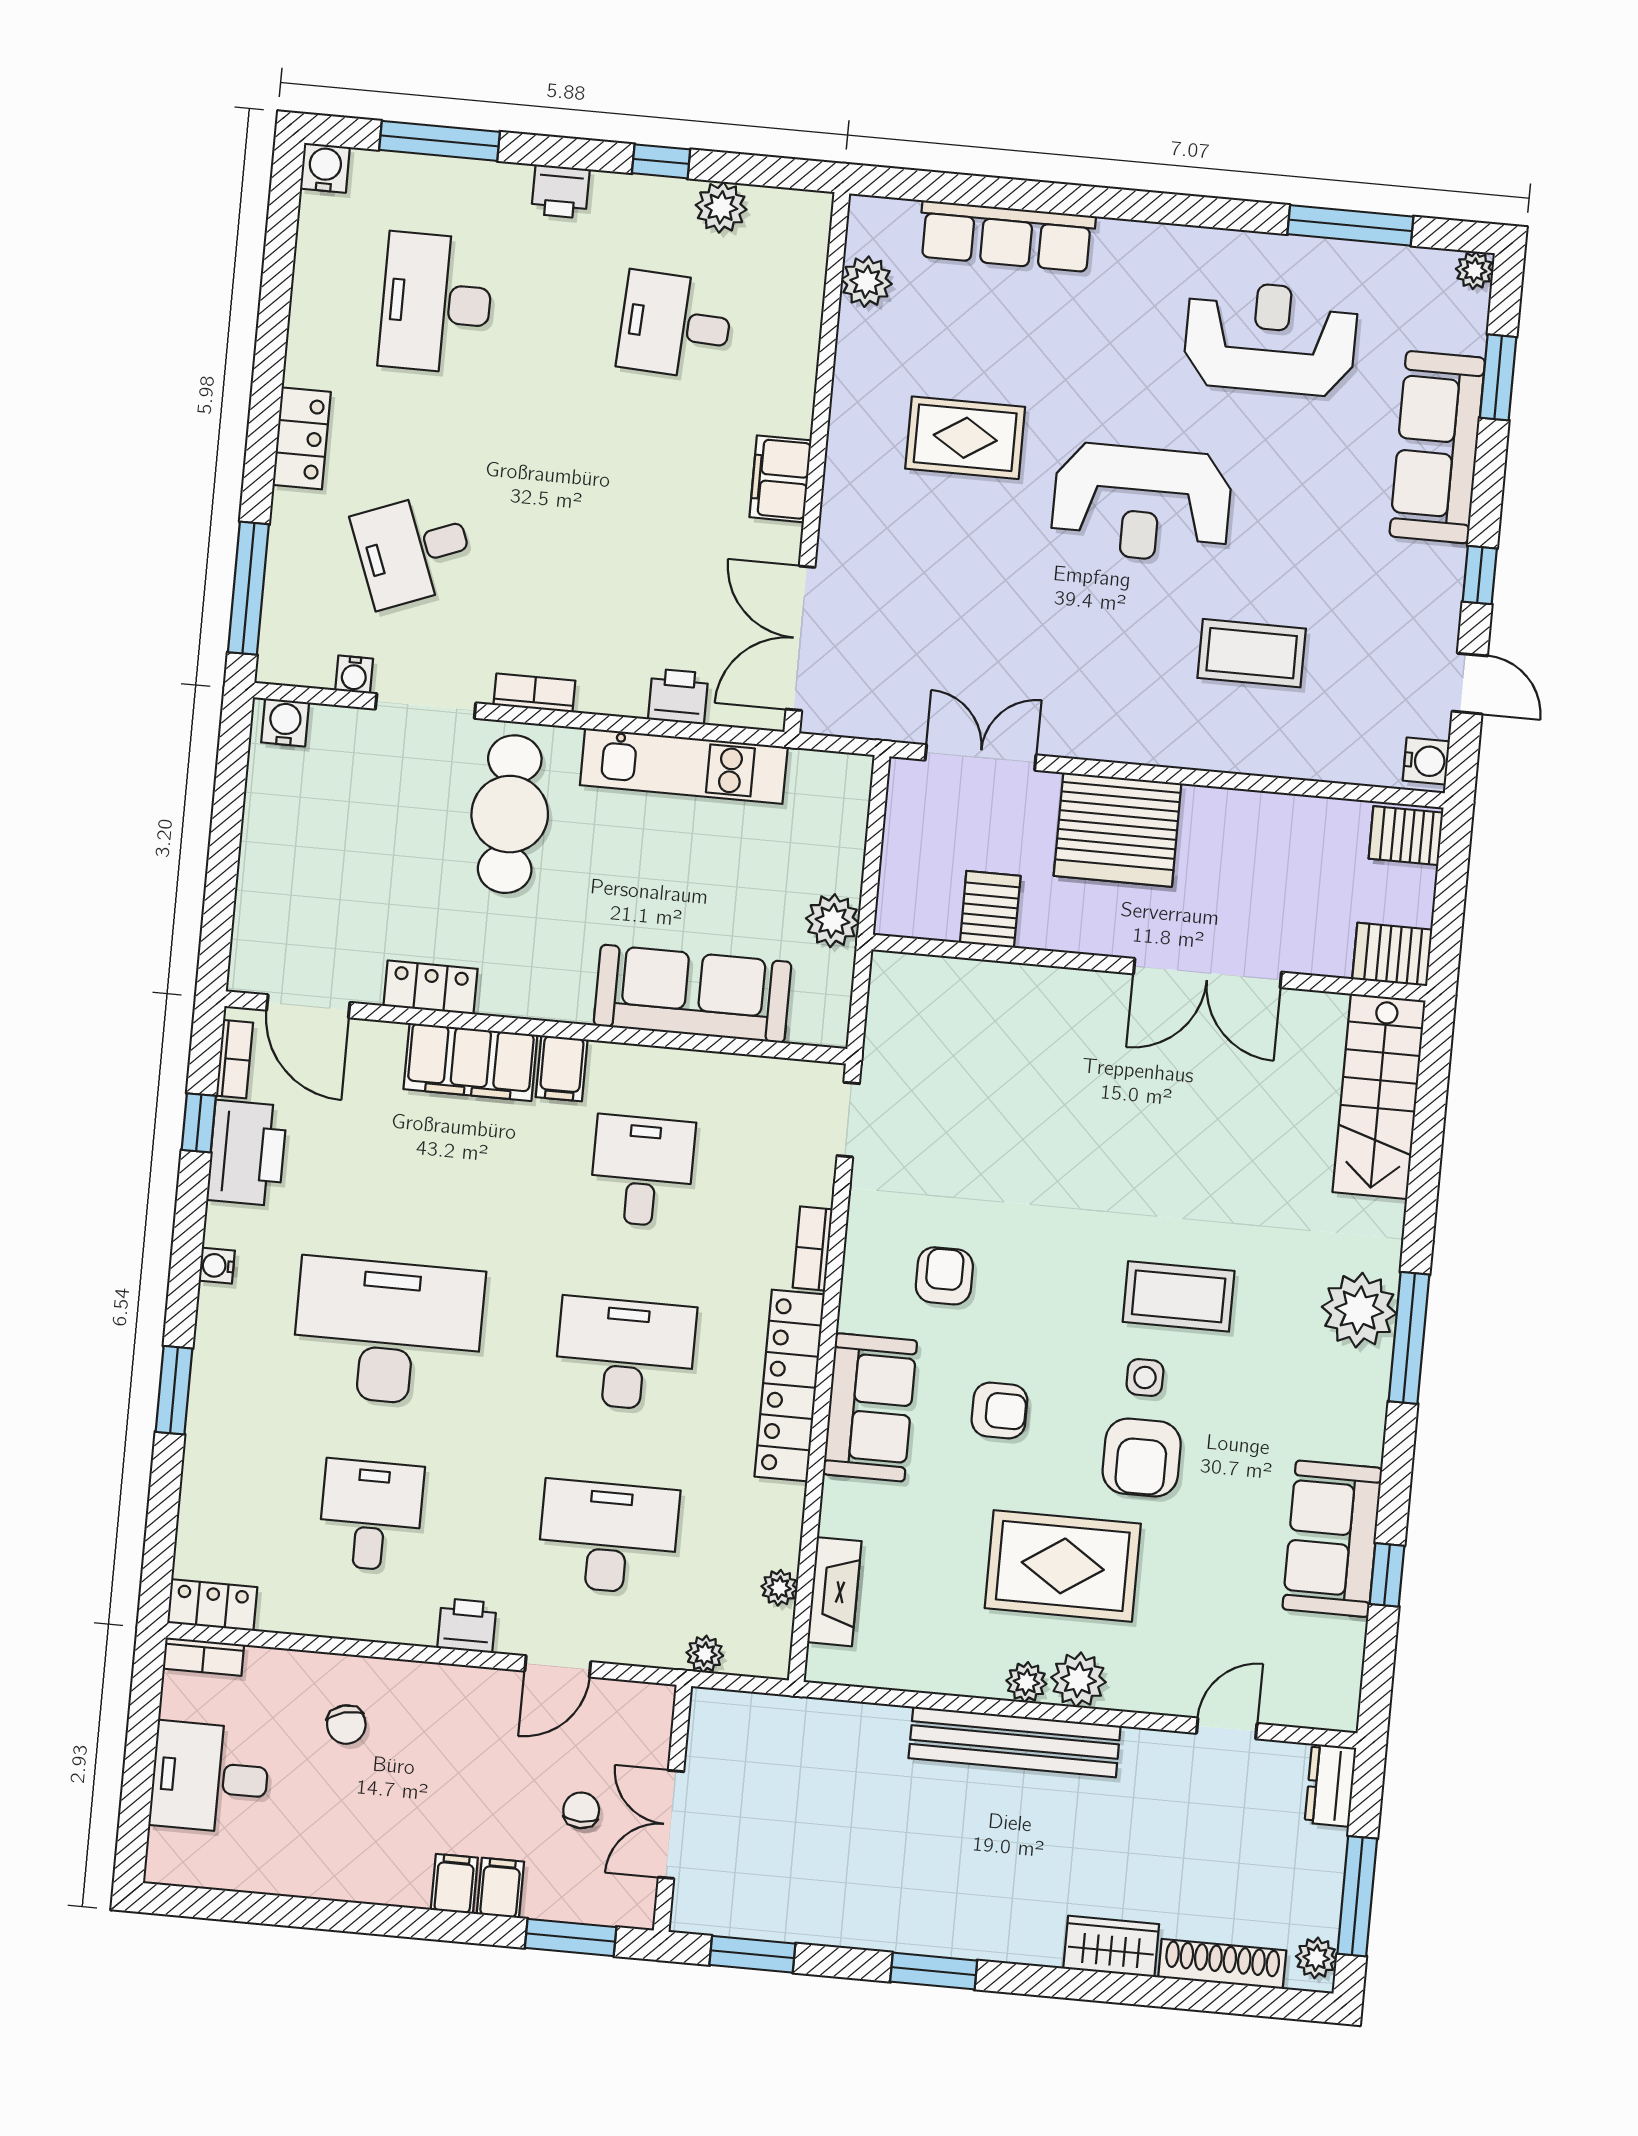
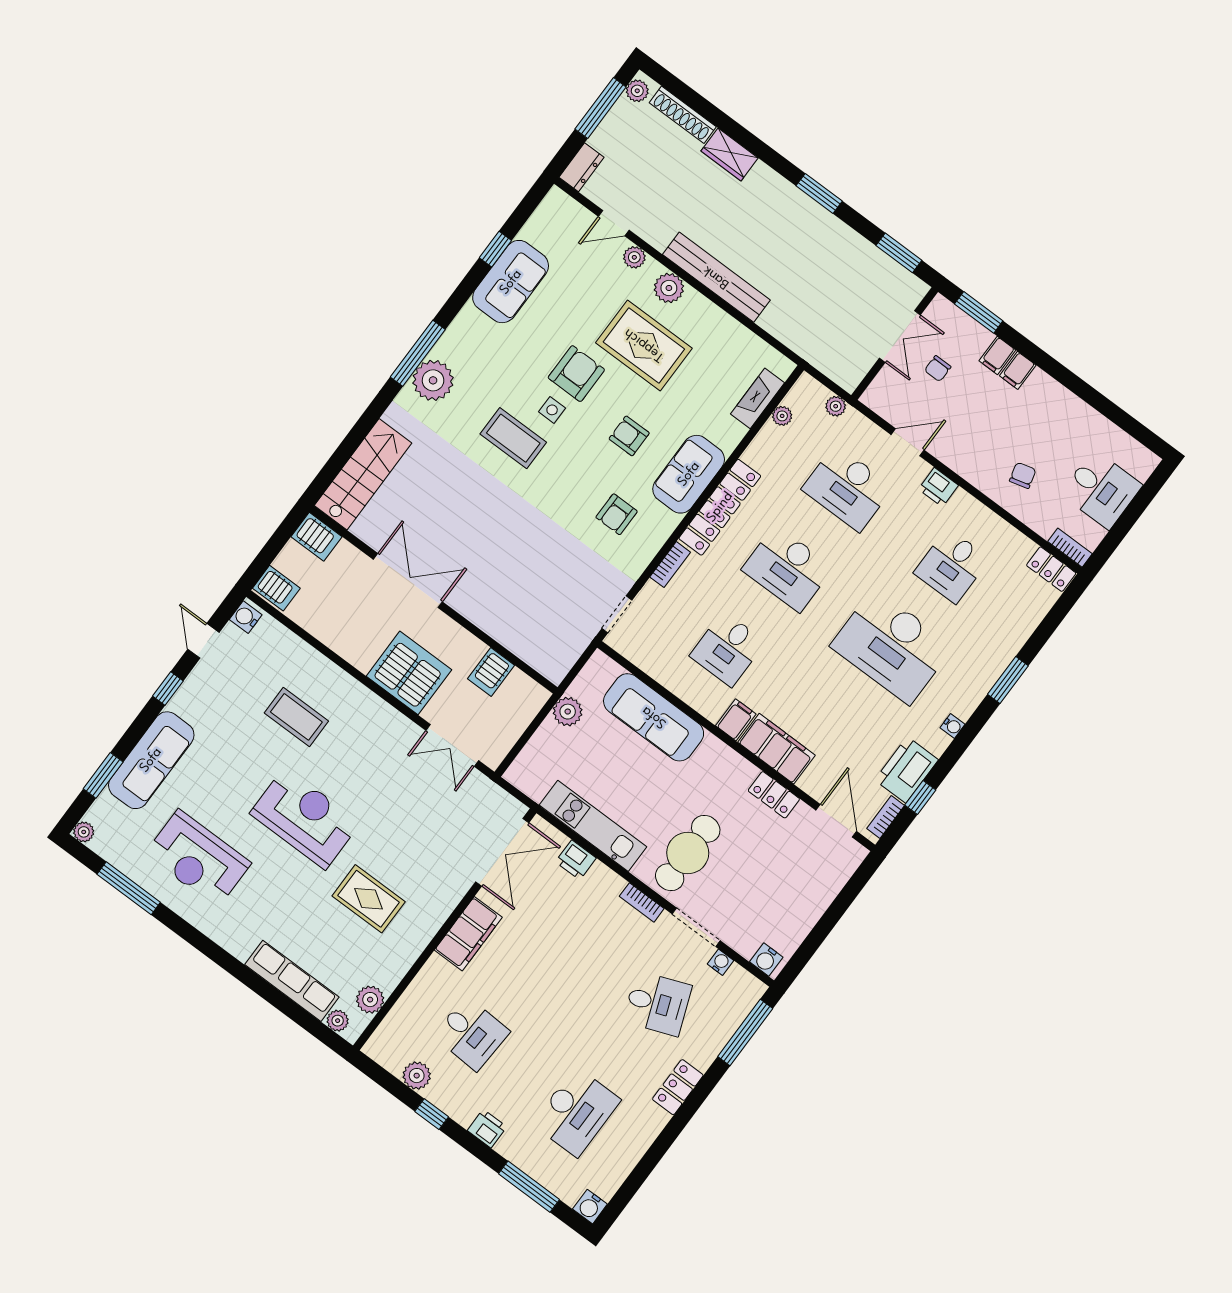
plant: (897, 218) -> (338, 1021), added
filing cabinet: (780, 479) -> (468, 934), width x1.50, depth x1.17
plant: (1026, 1682) -> (634, 257), moved

